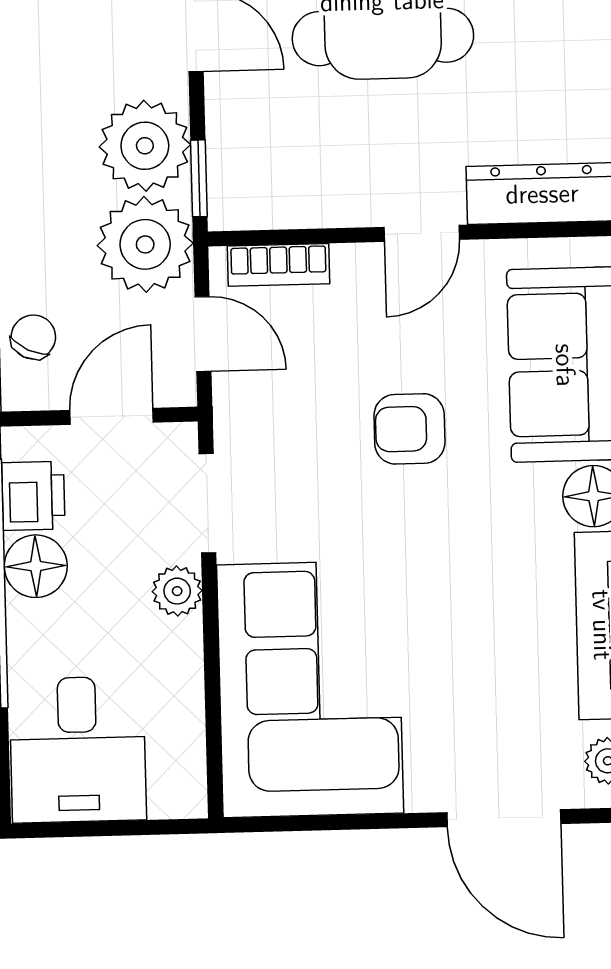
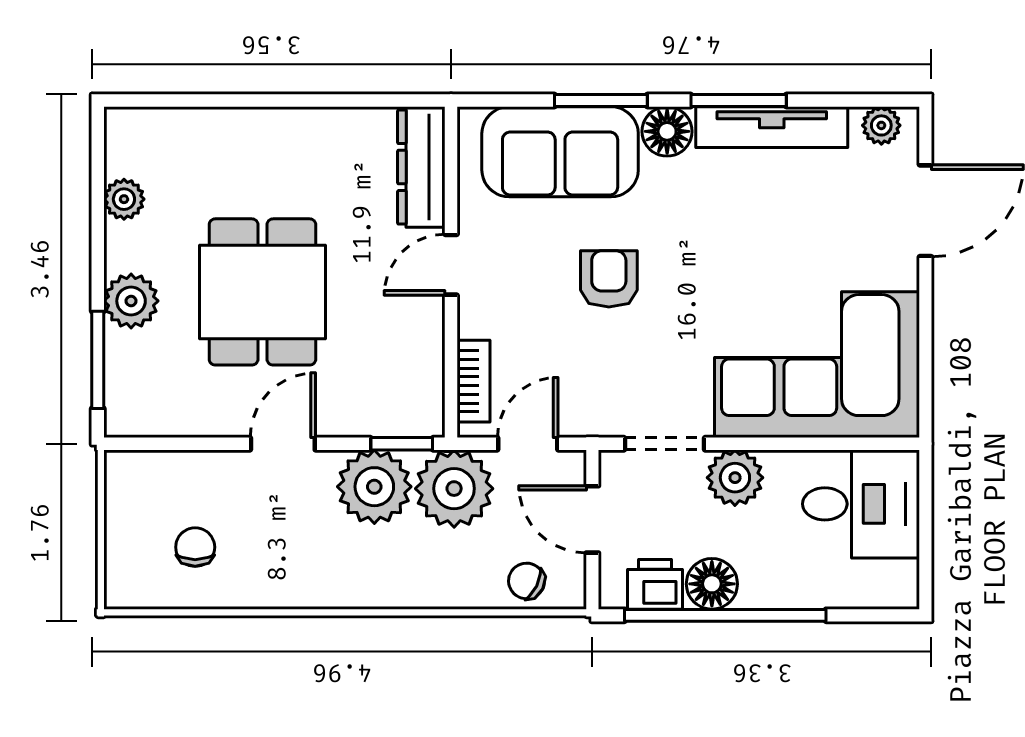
door: (422, 233) -> (451, 265), swing flipped
armchair: (409, 429) -> (609, 279), turned 180
plant: (177, 591) -> (735, 478), width x1.38, depth x1.38
desk: (78, 750) -> (861, 504), moved

